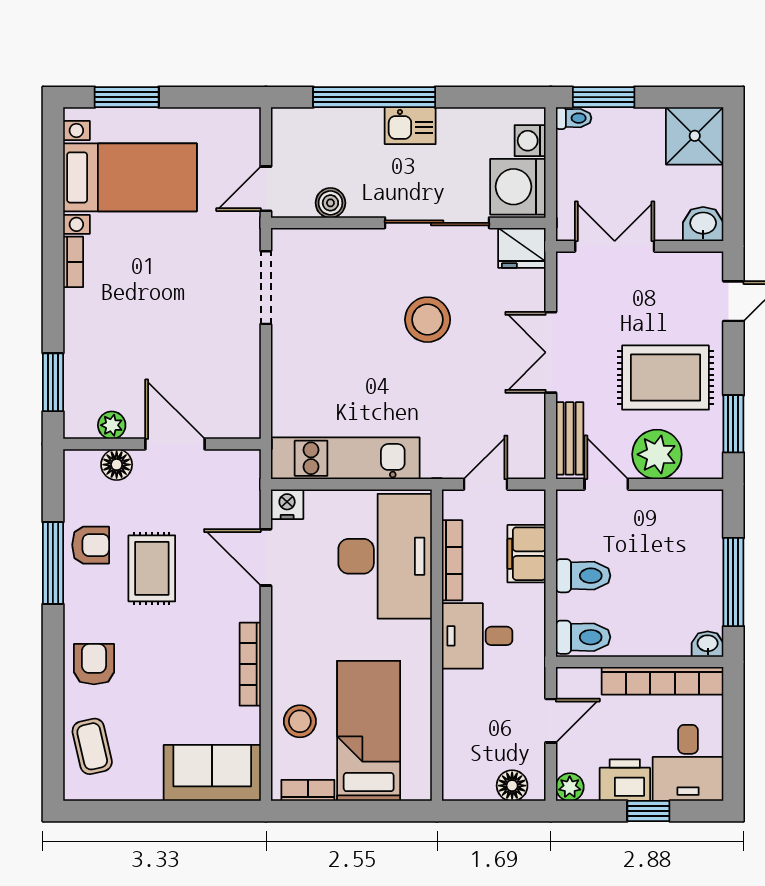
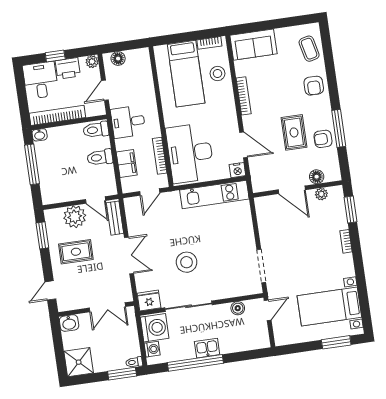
window: (374, 97) -> (195, 363), moved
bookcase: (73, 262) -> (346, 241), moved
rug: (665, 378) -> (76, 252), width x0.73, depth x0.70
desk: (477, 636) -> (128, 122), moved, turned 180

